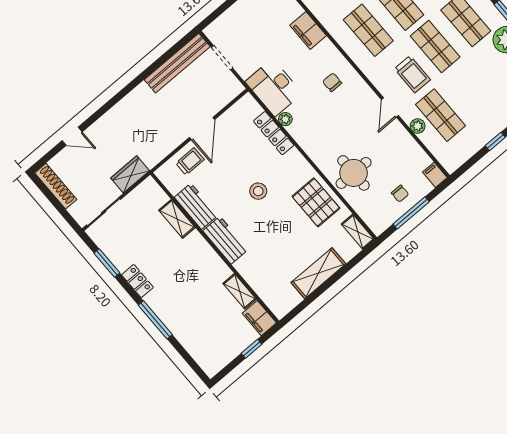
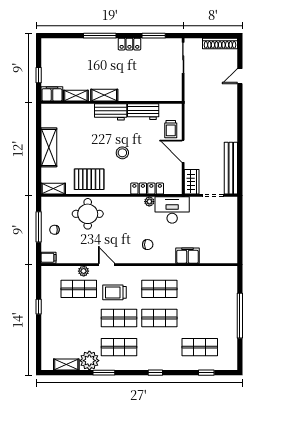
wardrobe: (130, 174) -> (192, 182), moved
shelving: (177, 219) -> (104, 95), moved

